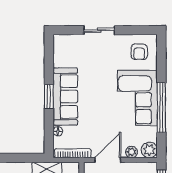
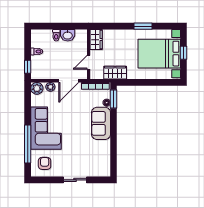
sofa: (65, 96) -> (101, 123), width x0.73
window: (49, 97) -> (114, 99), moved
window: (161, 107) -> (28, 144), moved

